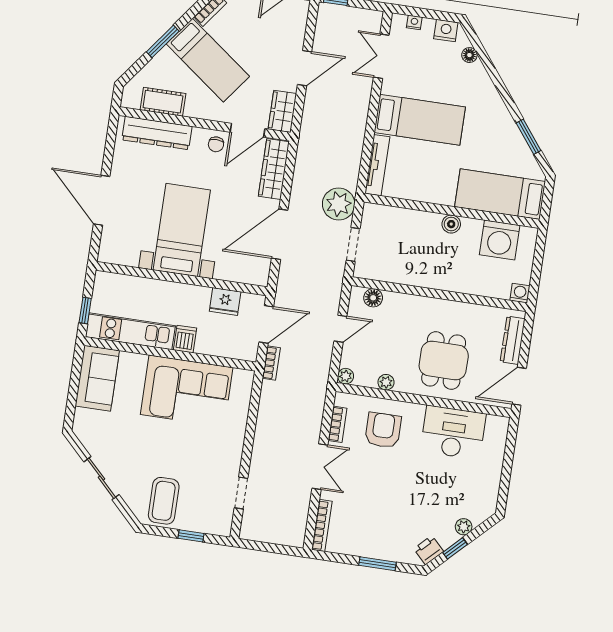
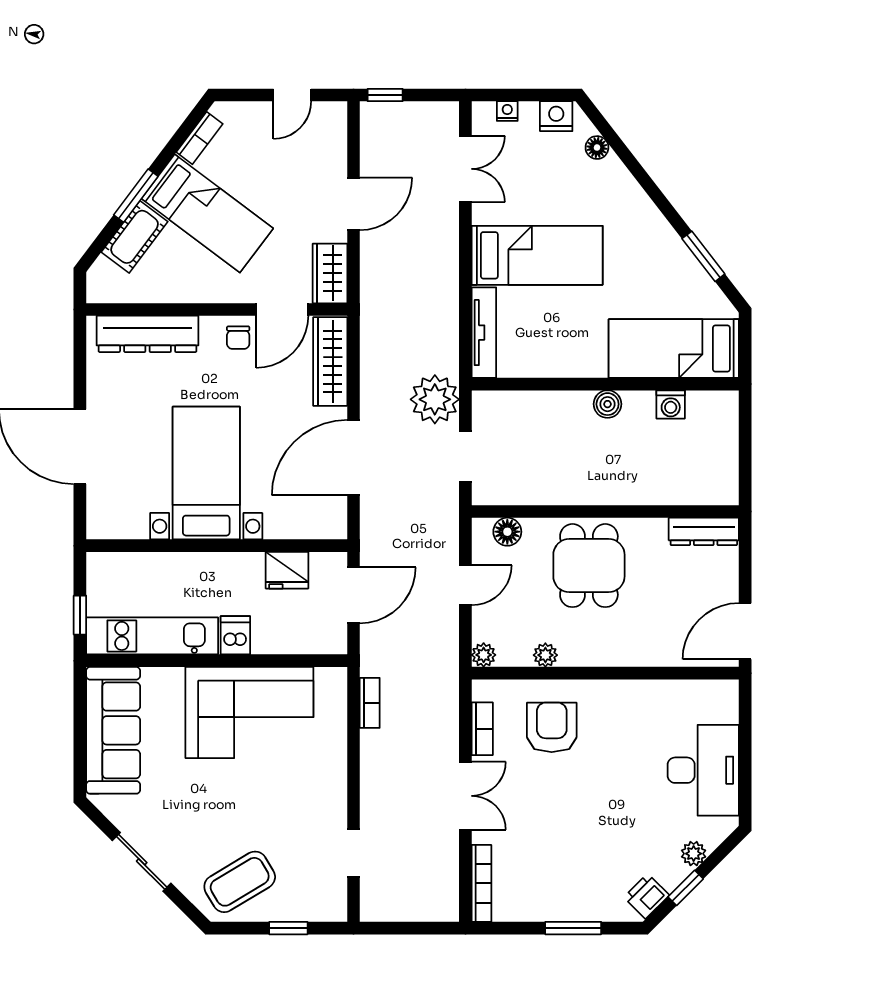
double door: (381, 56) -> (465, 169), swing flipped
cot: (163, 102) -> (135, 237), moved, turned -53
washing machine: (500, 240) -> (671, 405), width x0.53, depth x0.53
washing machine: (520, 293) -> (726, 492), removed
dresser: (513, 340) -> (704, 531), moved, turned -90
dining table: (444, 360) -> (589, 566), moved
bookcase: (271, 363) -> (370, 703), moved
sofa: (97, 378) -> (113, 730), width x1.36
desk: (453, 432) -> (703, 770), moved, turned 90
coffee table: (164, 501) -> (240, 882), turned 59

